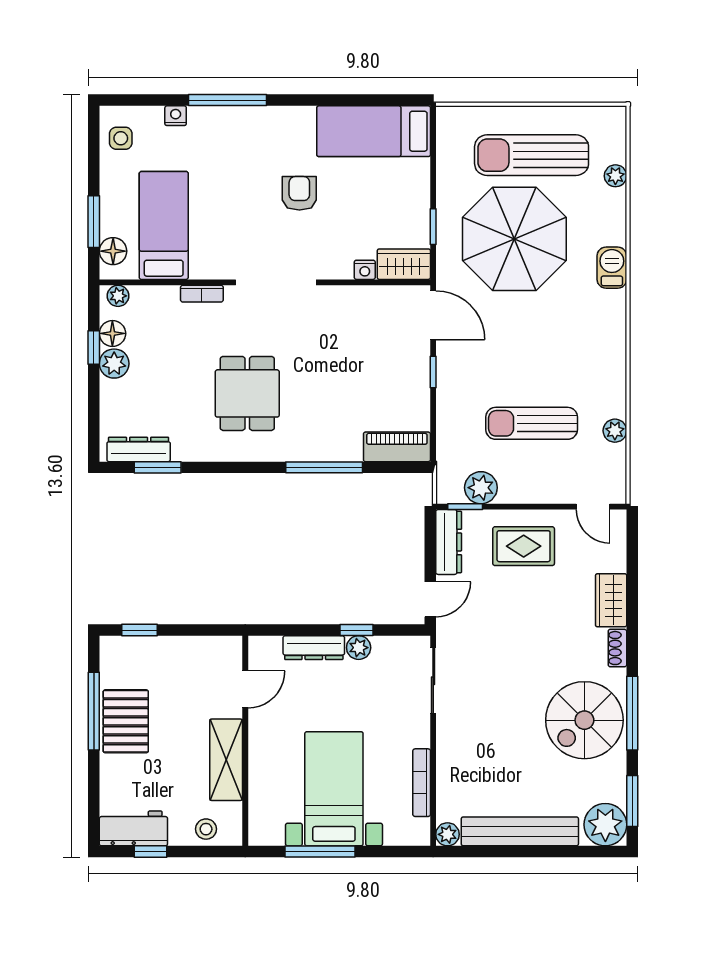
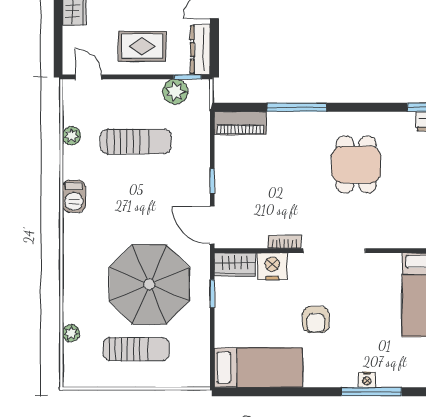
nightstand: (176, 116) -> (367, 380), moved
sun lounger: (532, 155) -> (136, 349), width x0.73, depth x0.75
barbecue: (612, 268) -> (74, 196), moved
nightstand: (365, 270) -> (272, 266), width x1.89, depth x1.79
bookcase: (202, 294) -> (284, 242), moved

